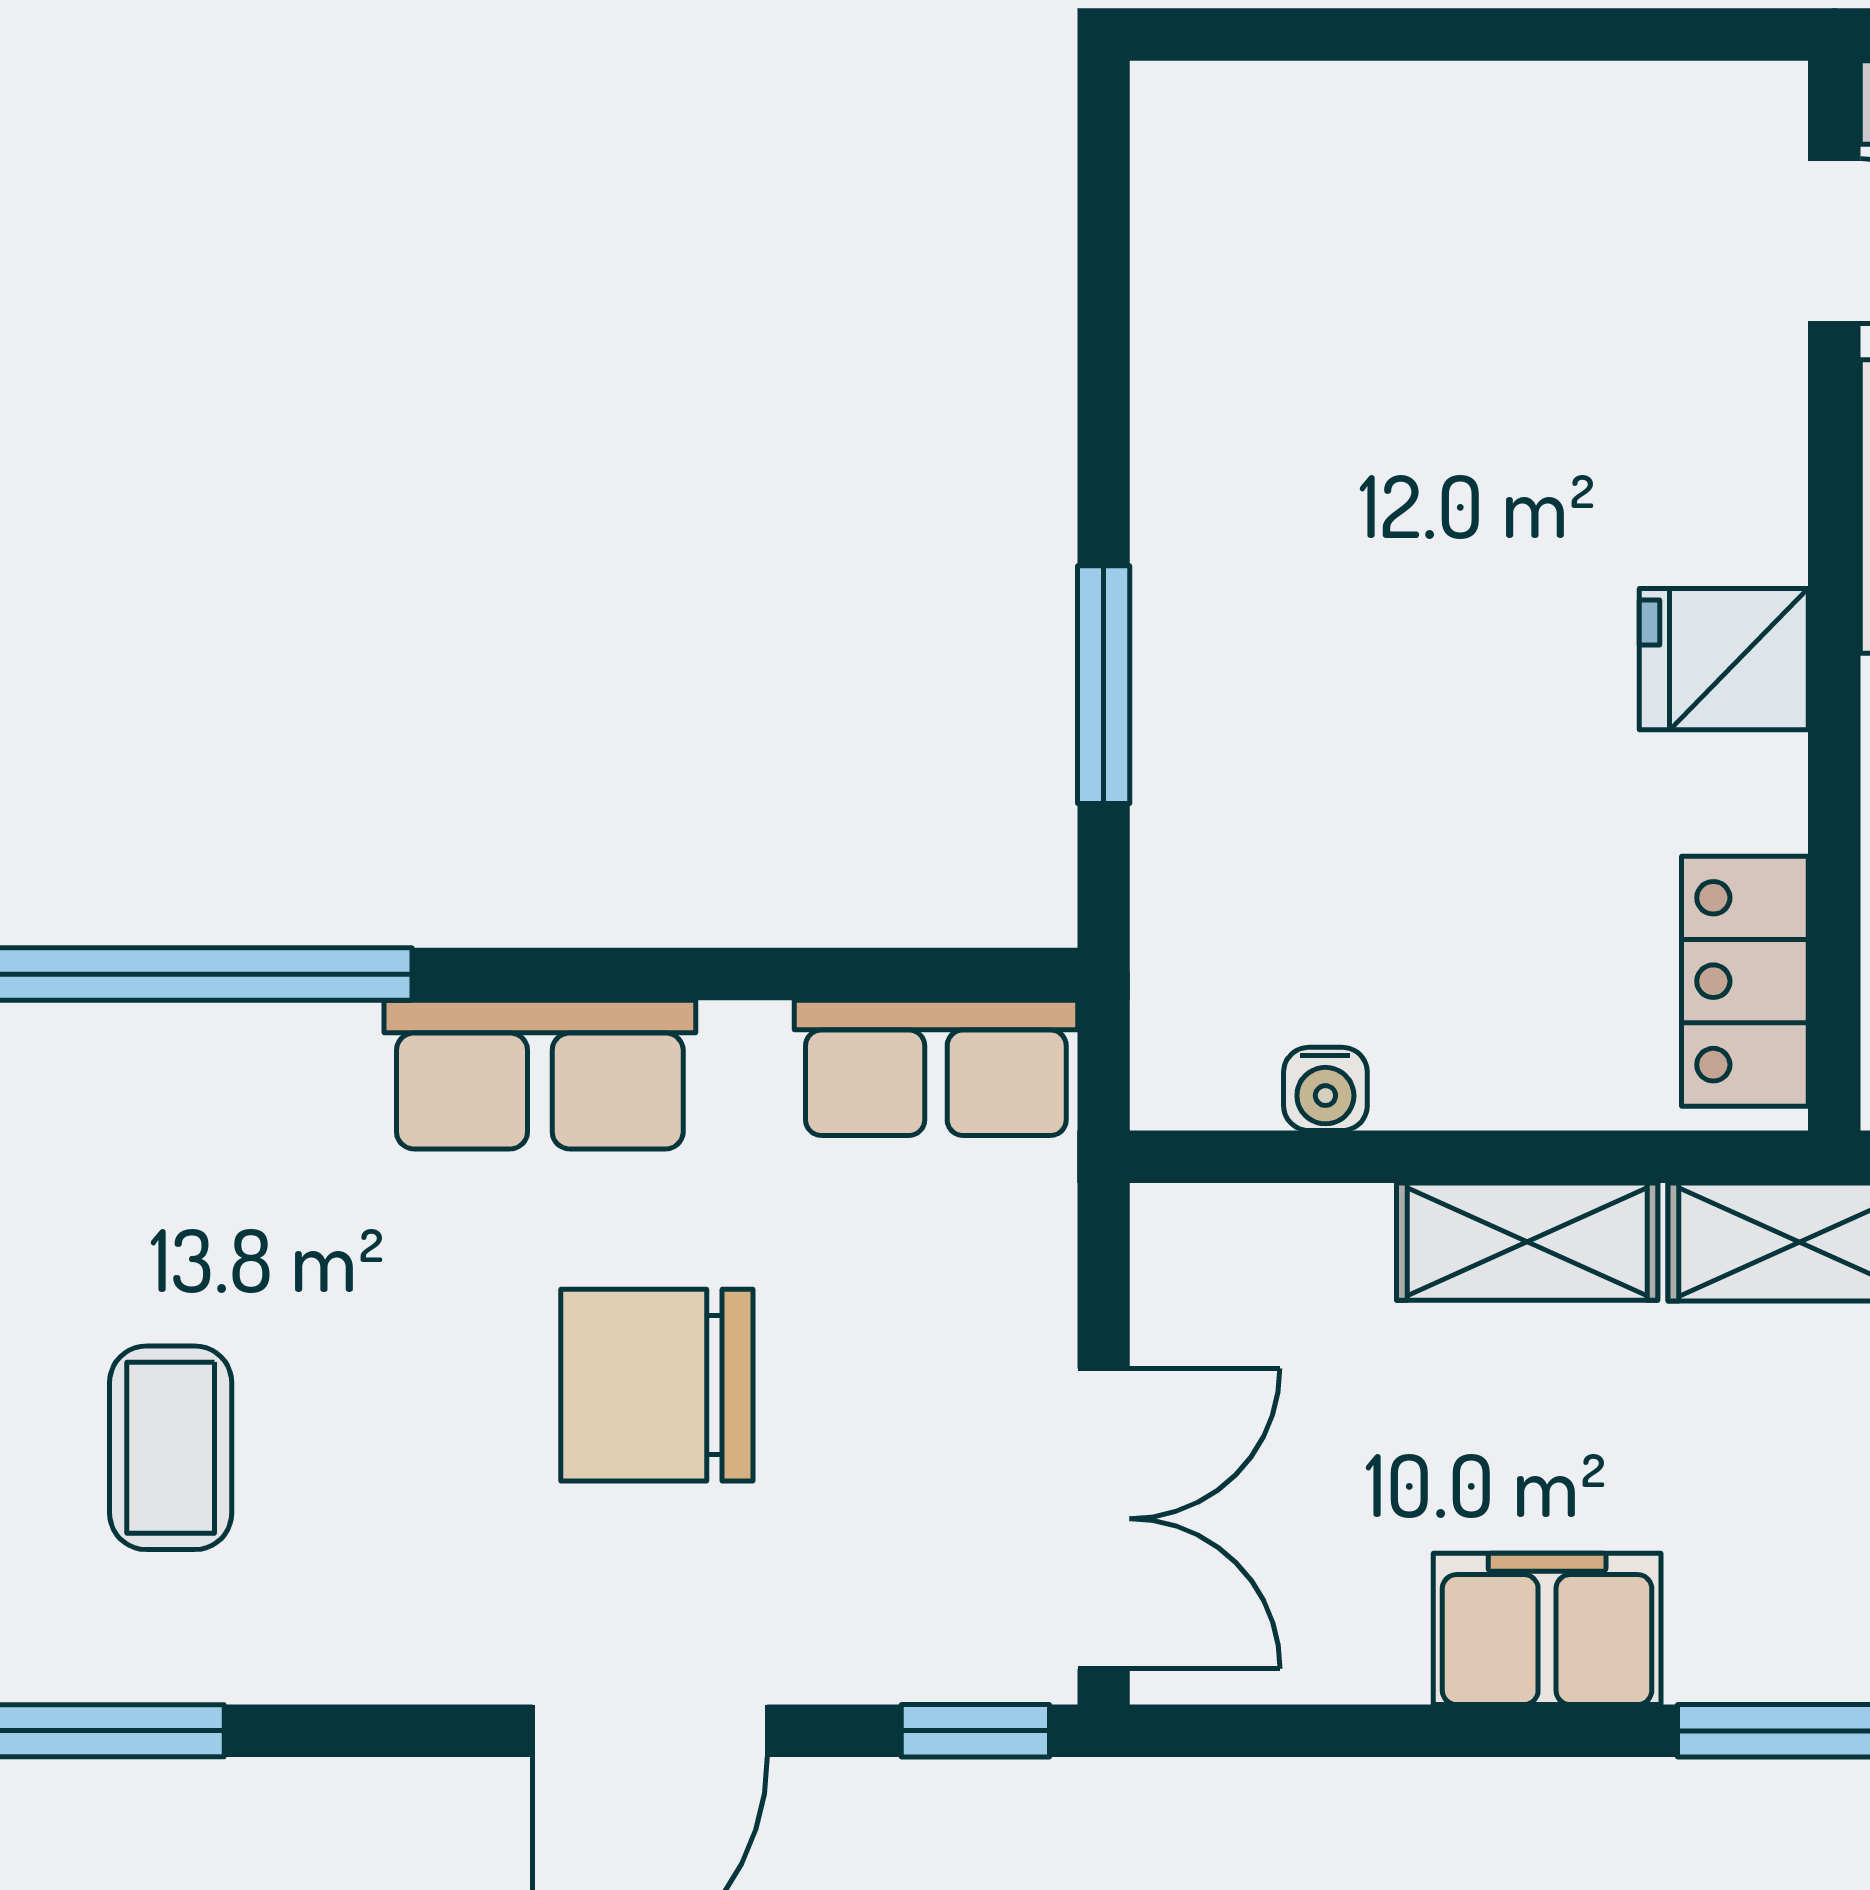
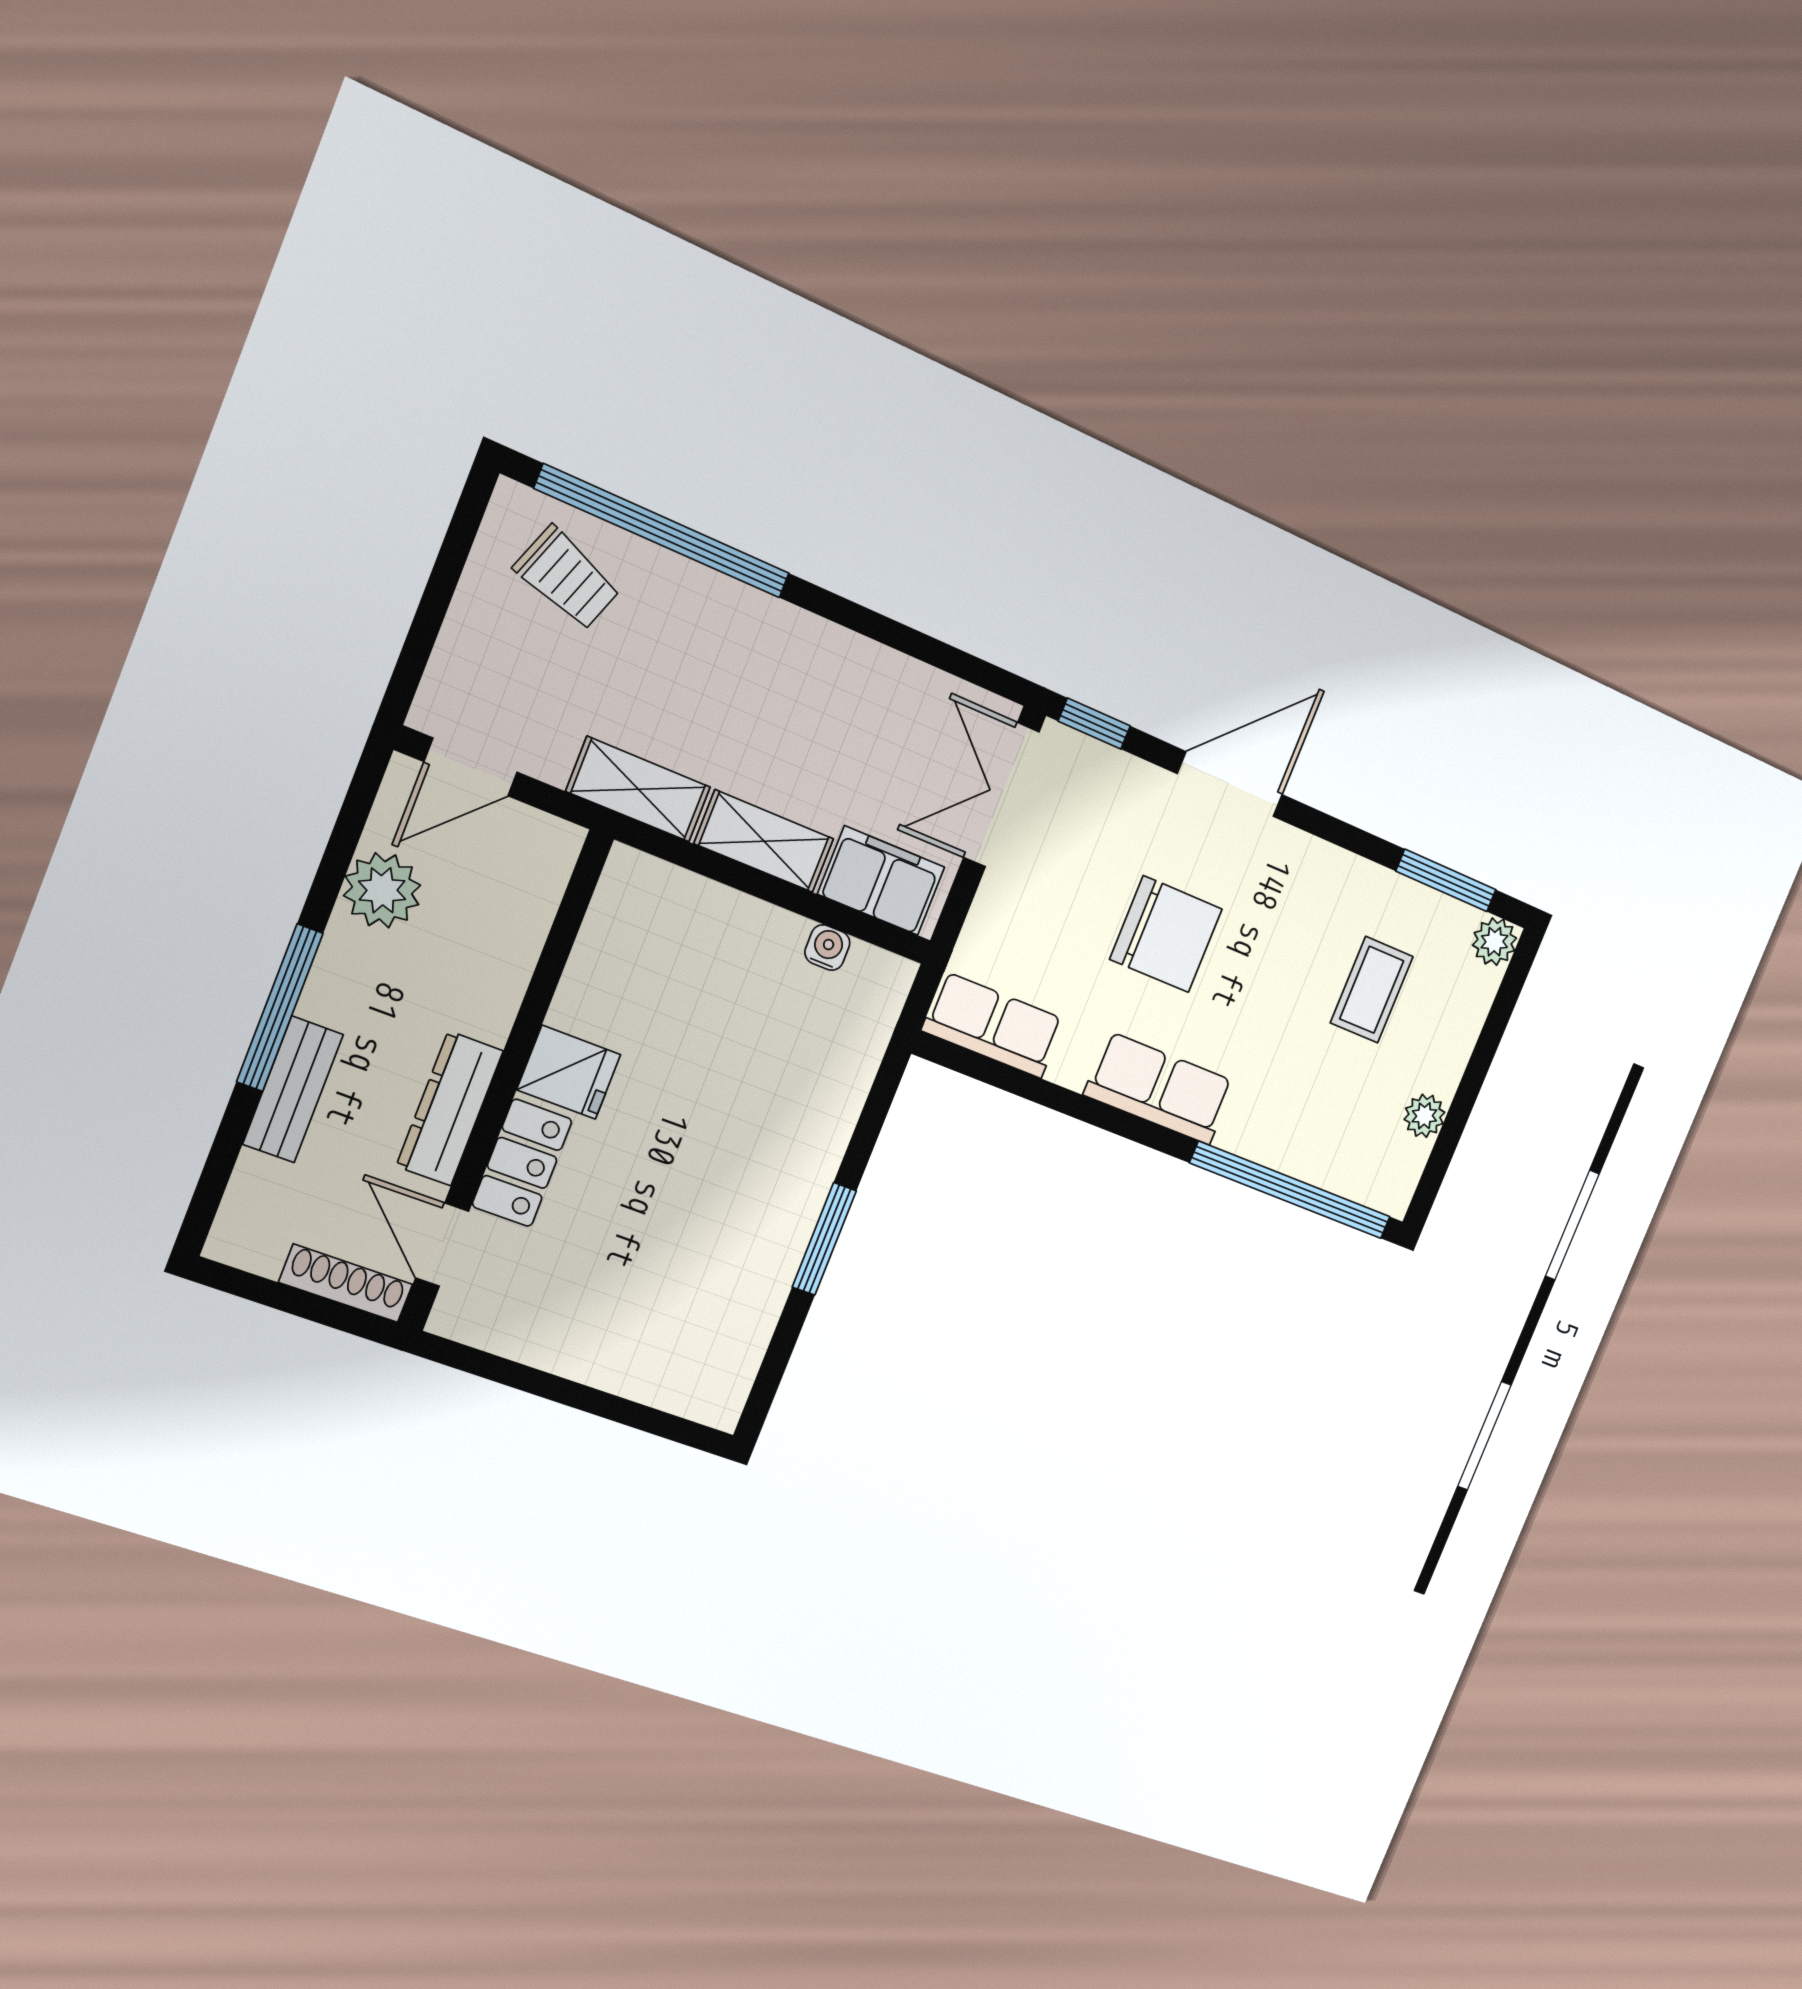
window: (1104, 685) -> (824, 1239), moved
locker: (1745, 981) -> (522, 1163), moved
filing cabinet: (1547, 1629) -> (881, 881), moved, turned 180

